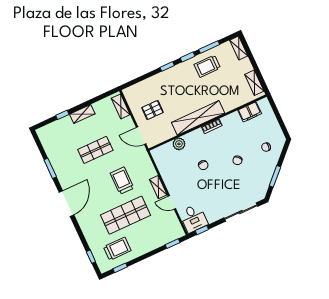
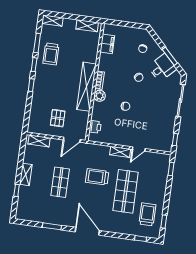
plant: (179, 144) -> (100, 96), moved
printer: (167, 149) -> (95, 127), added
desk: (193, 218) -> (162, 68), moved, turned -45

